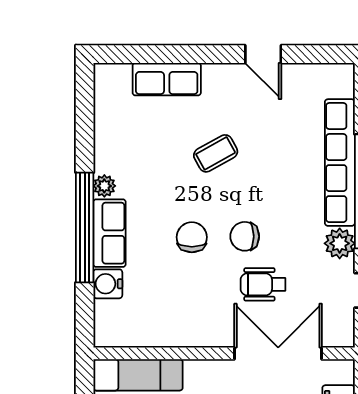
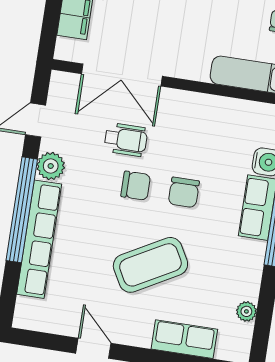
coffee table: (216, 153) -> (150, 265), width x1.86, depth x1.72
plant: (104, 186) -> (246, 311), moved

